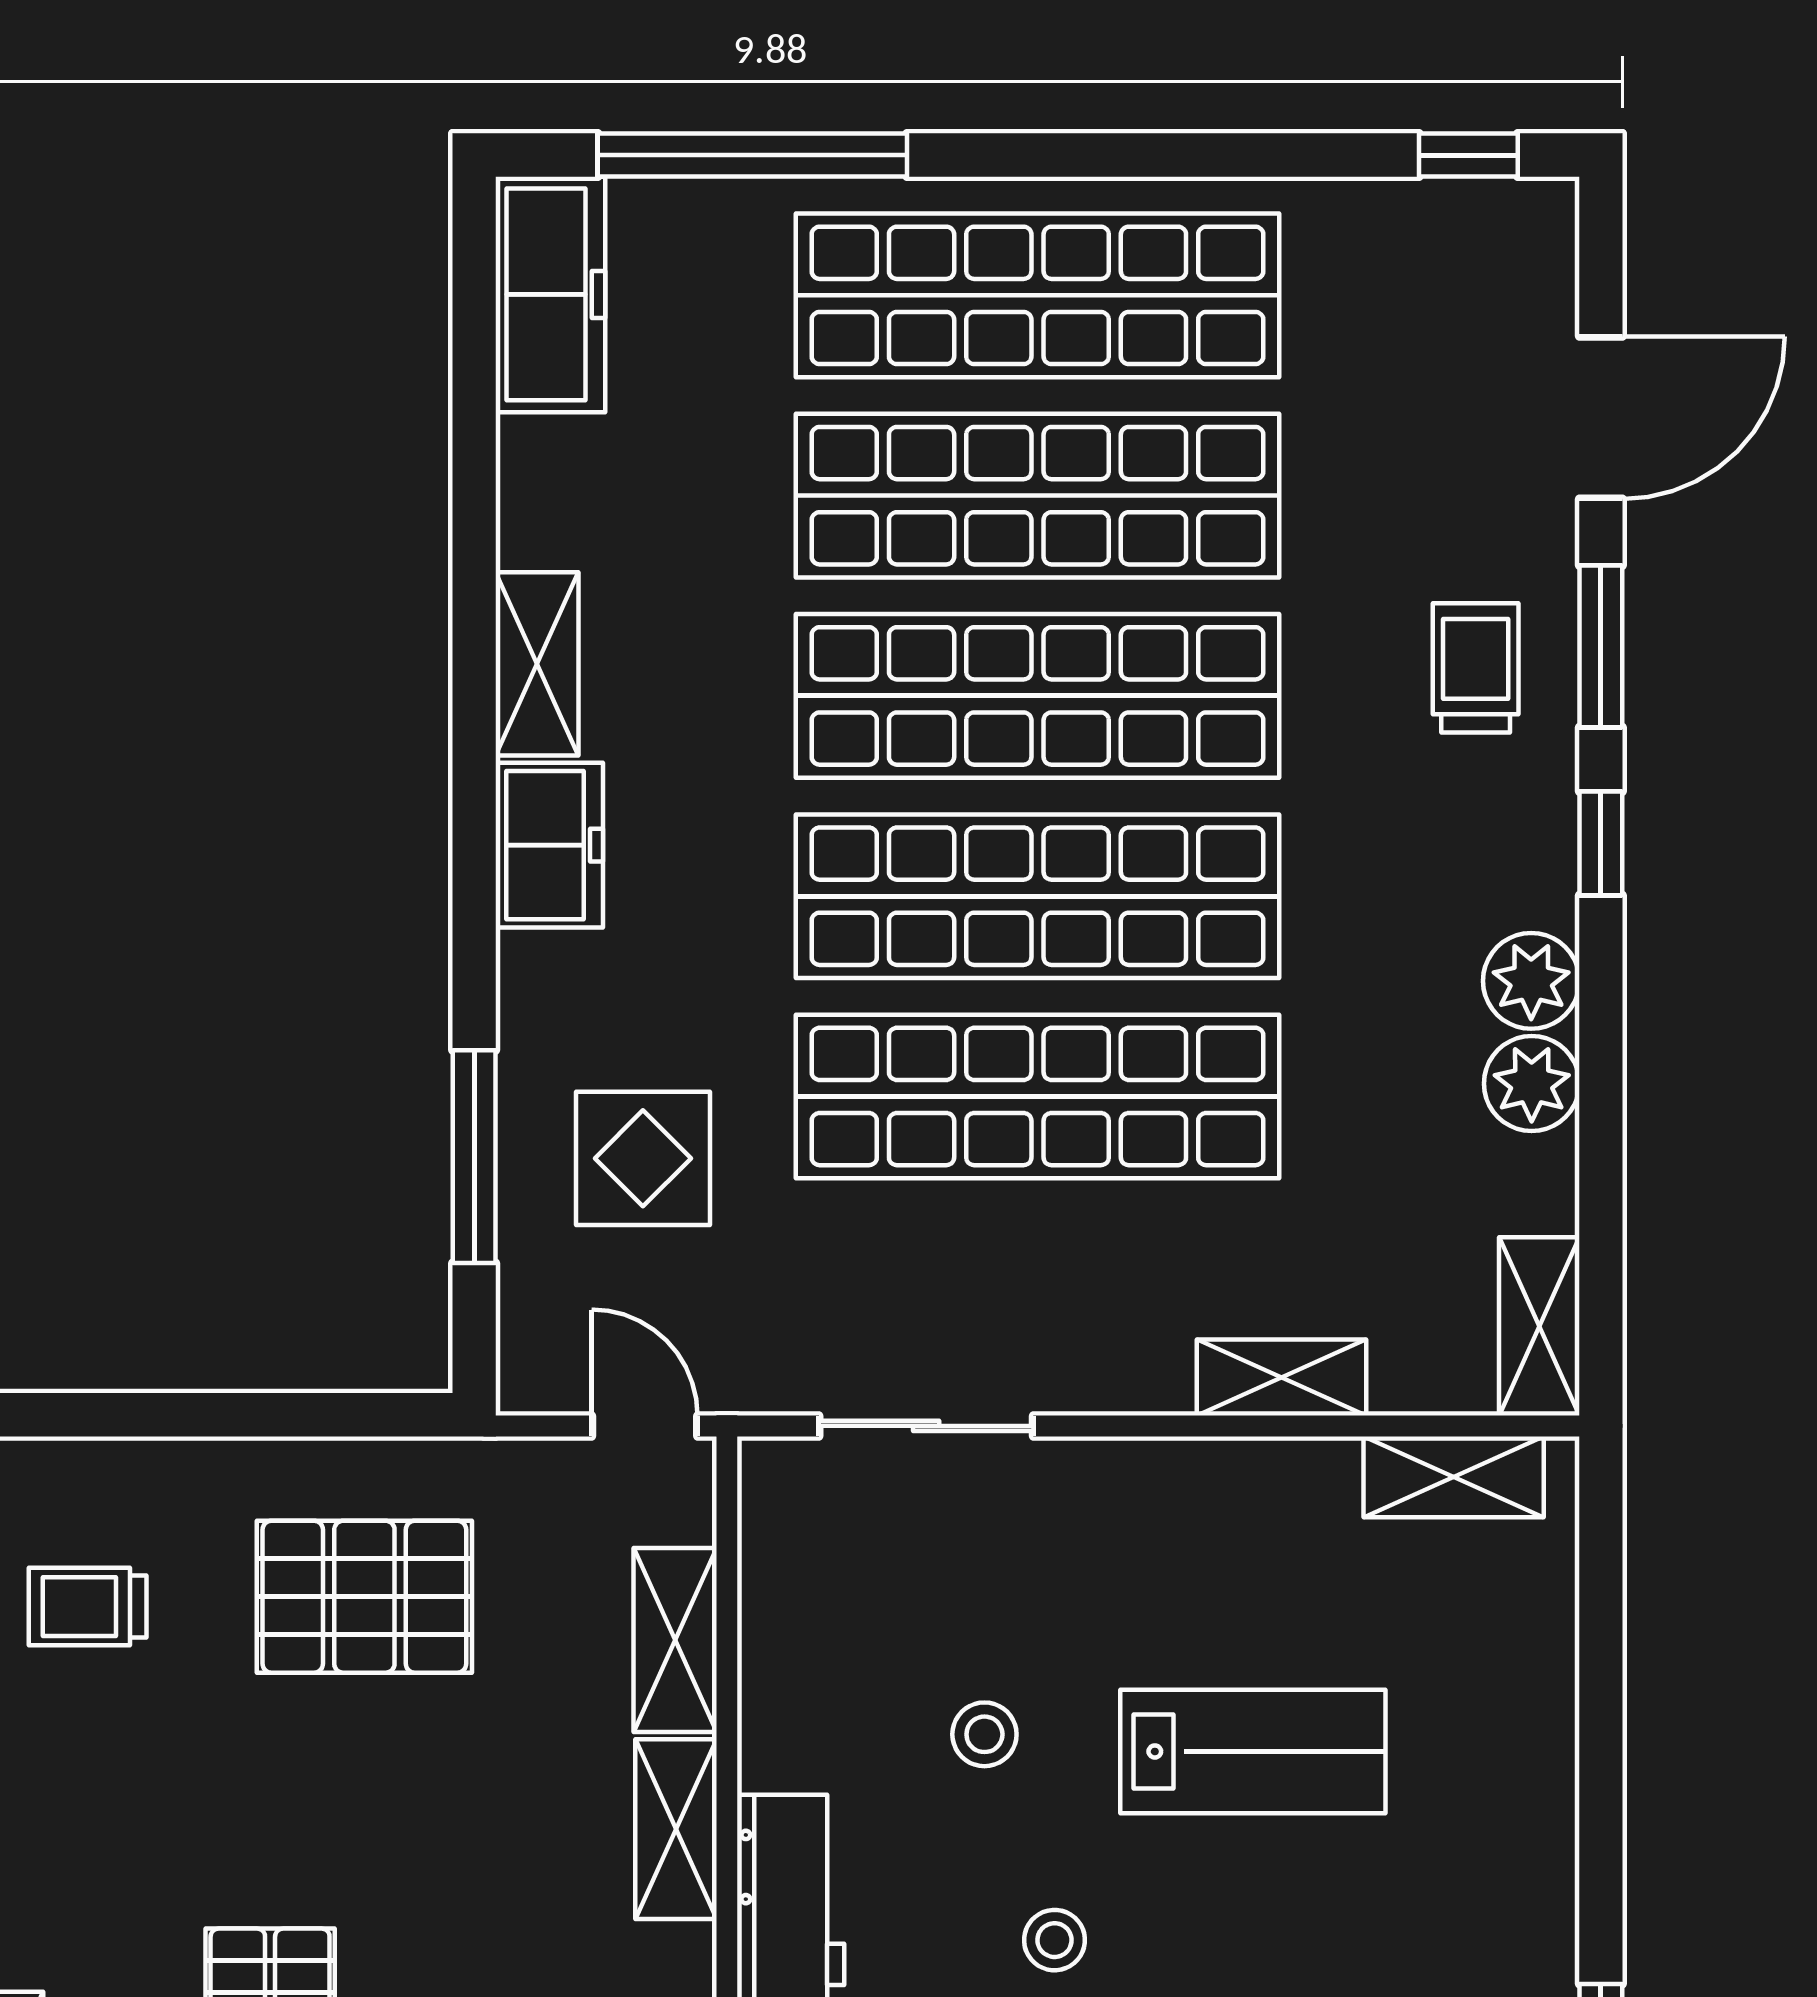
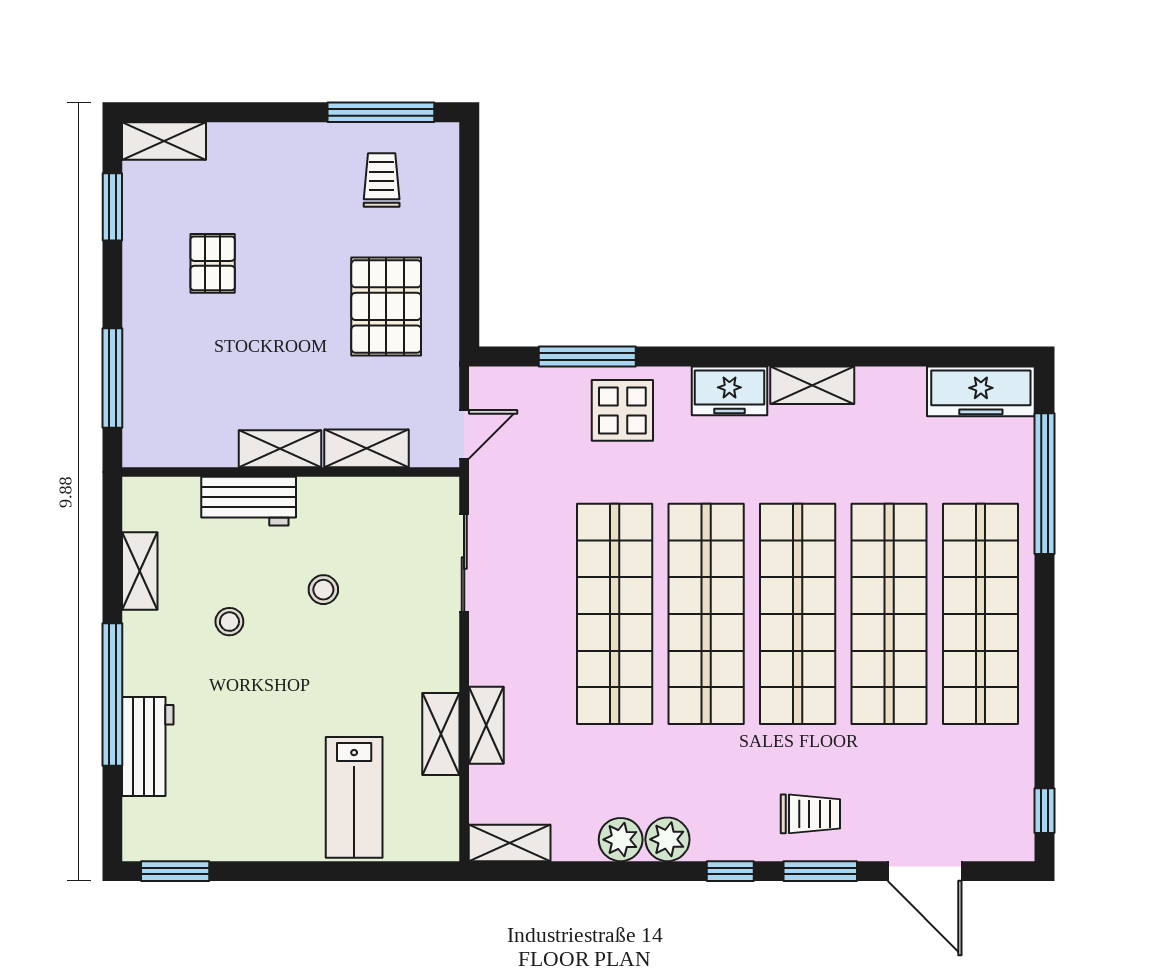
display table: (643, 1158) -> (622, 410), moved
shelving: (1454, 1477) -> (441, 734), moved
lab bench: (1253, 1751) -> (354, 797), moved

